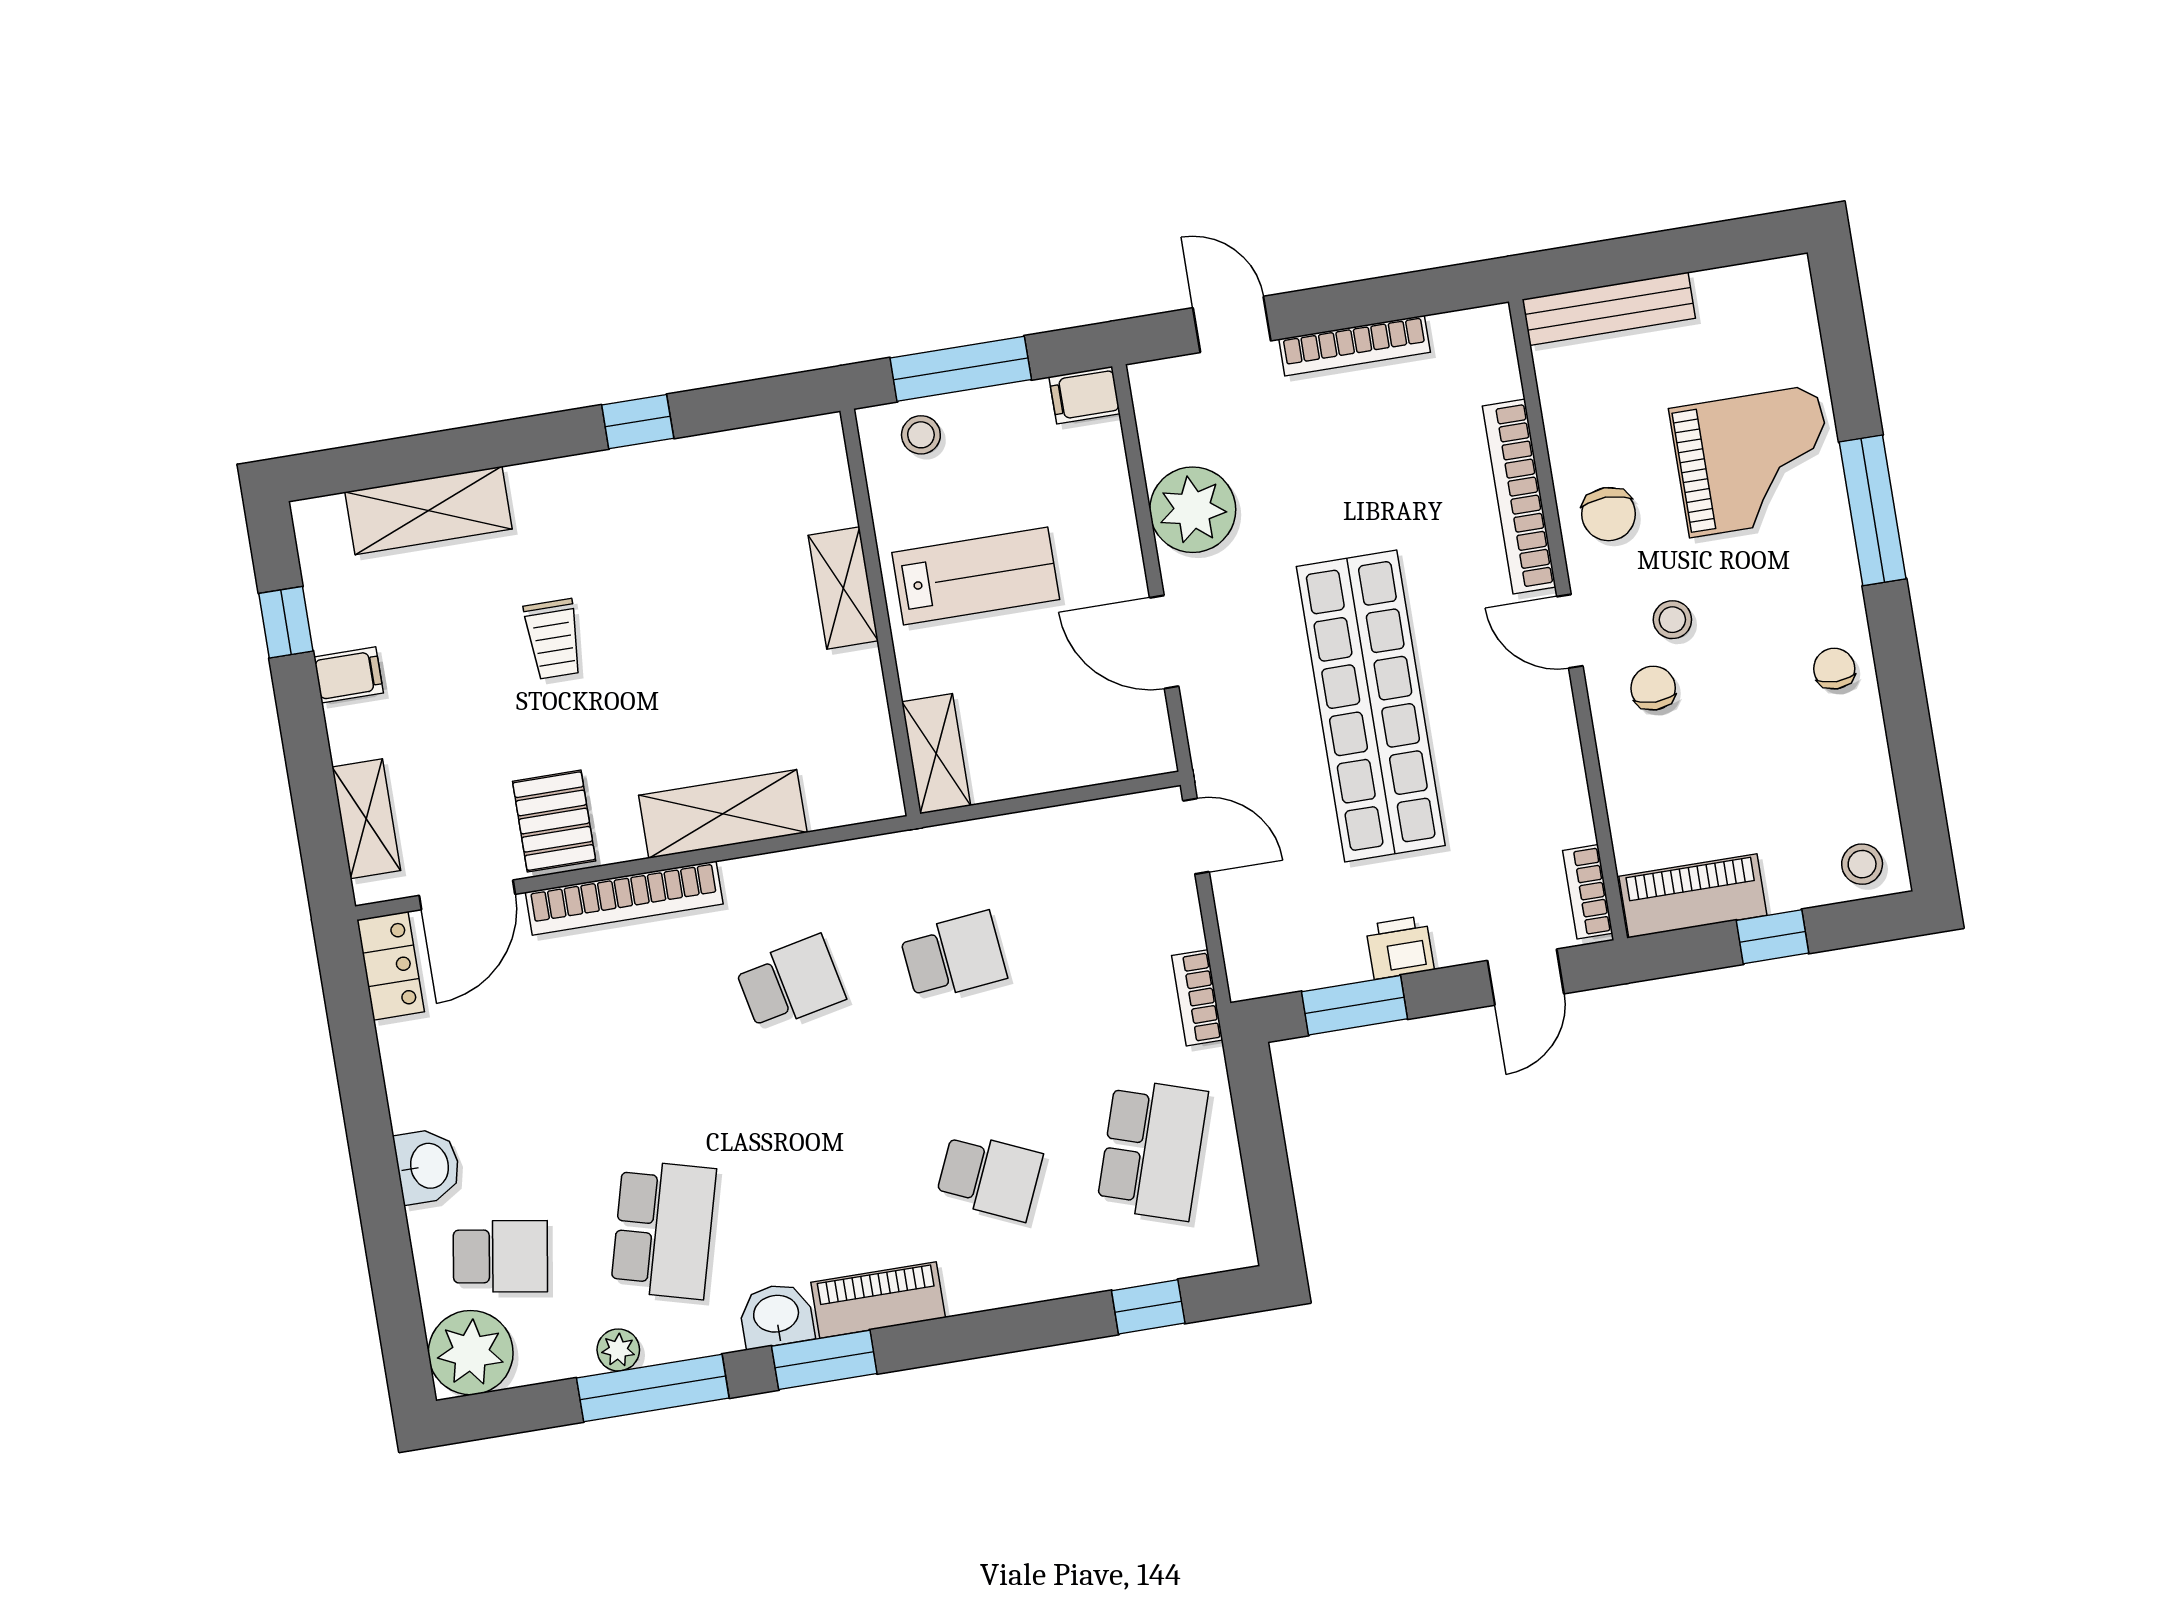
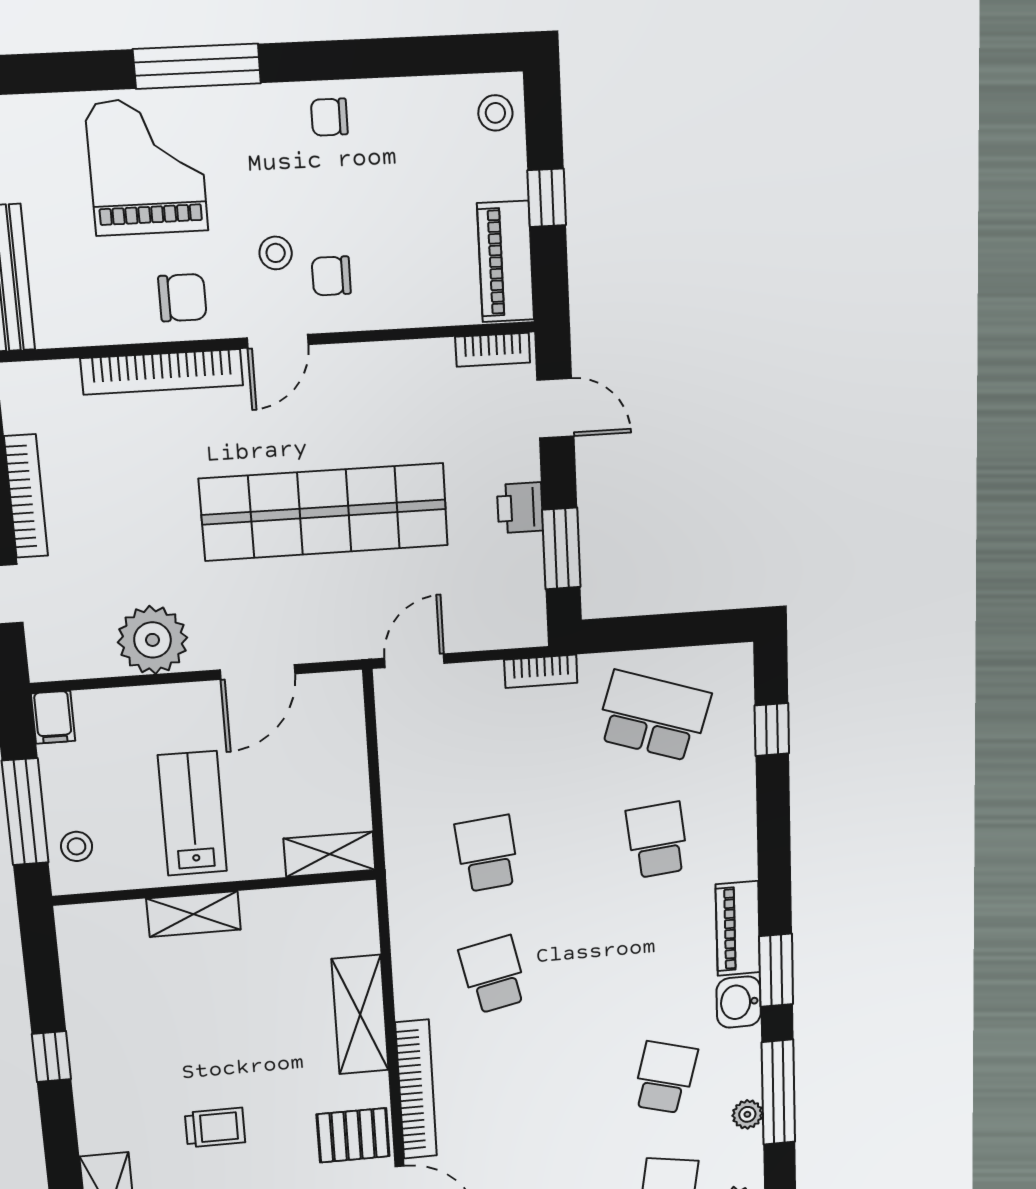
school desk: (989, 1176) -> (657, 840), turned -30
school desk: (663, 1230) -> (665, 1077), width x0.54

